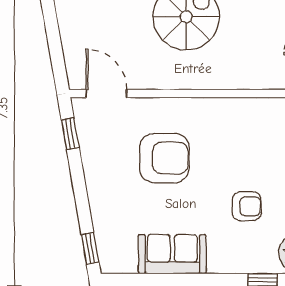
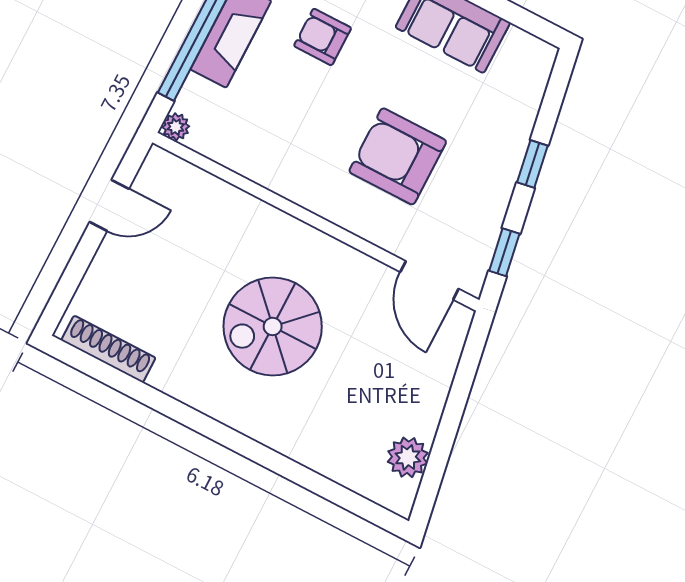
window: (90, 248) -> (532, 164), moved

